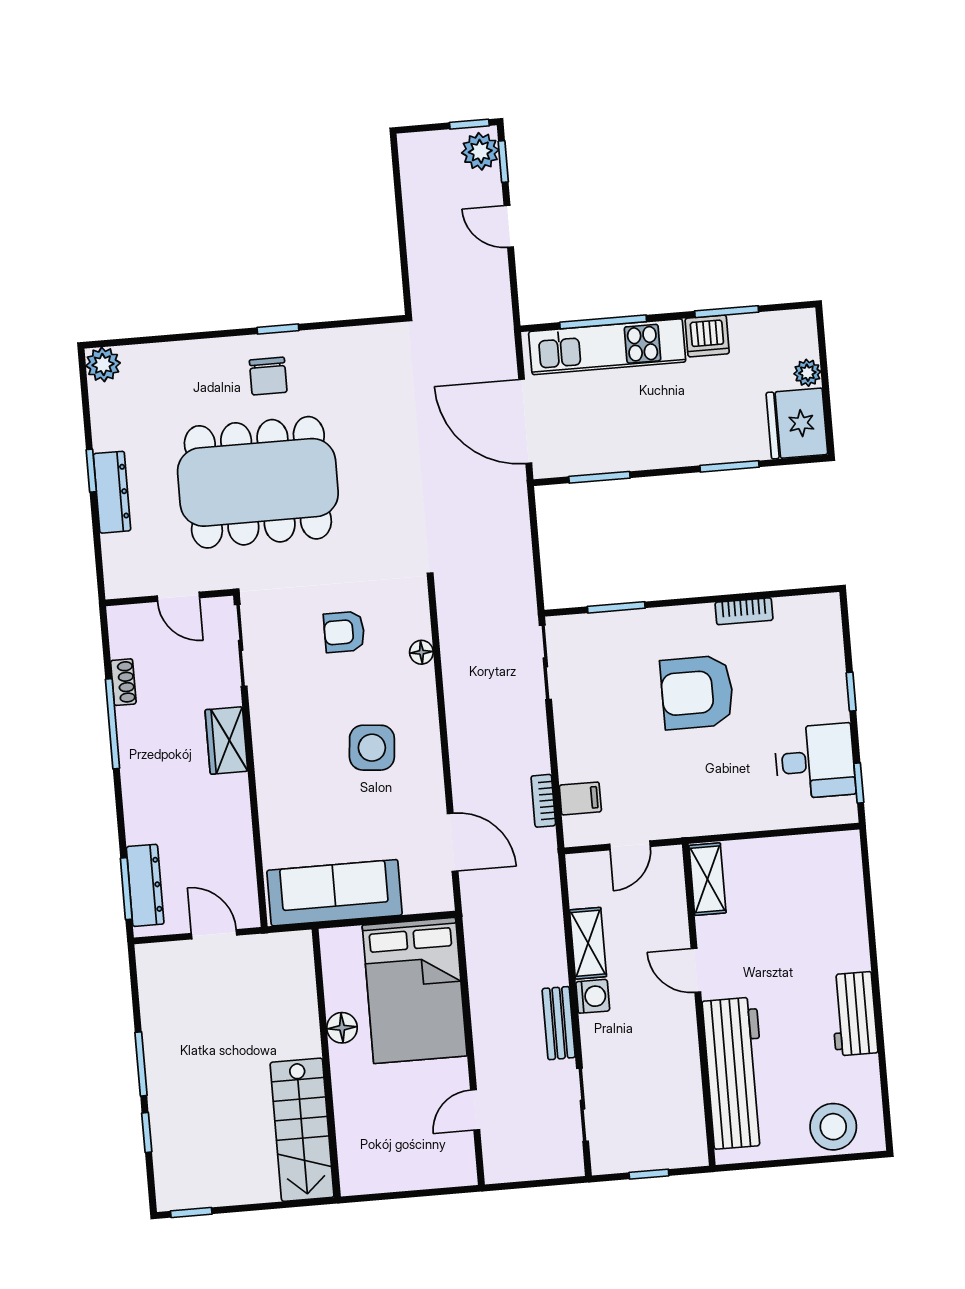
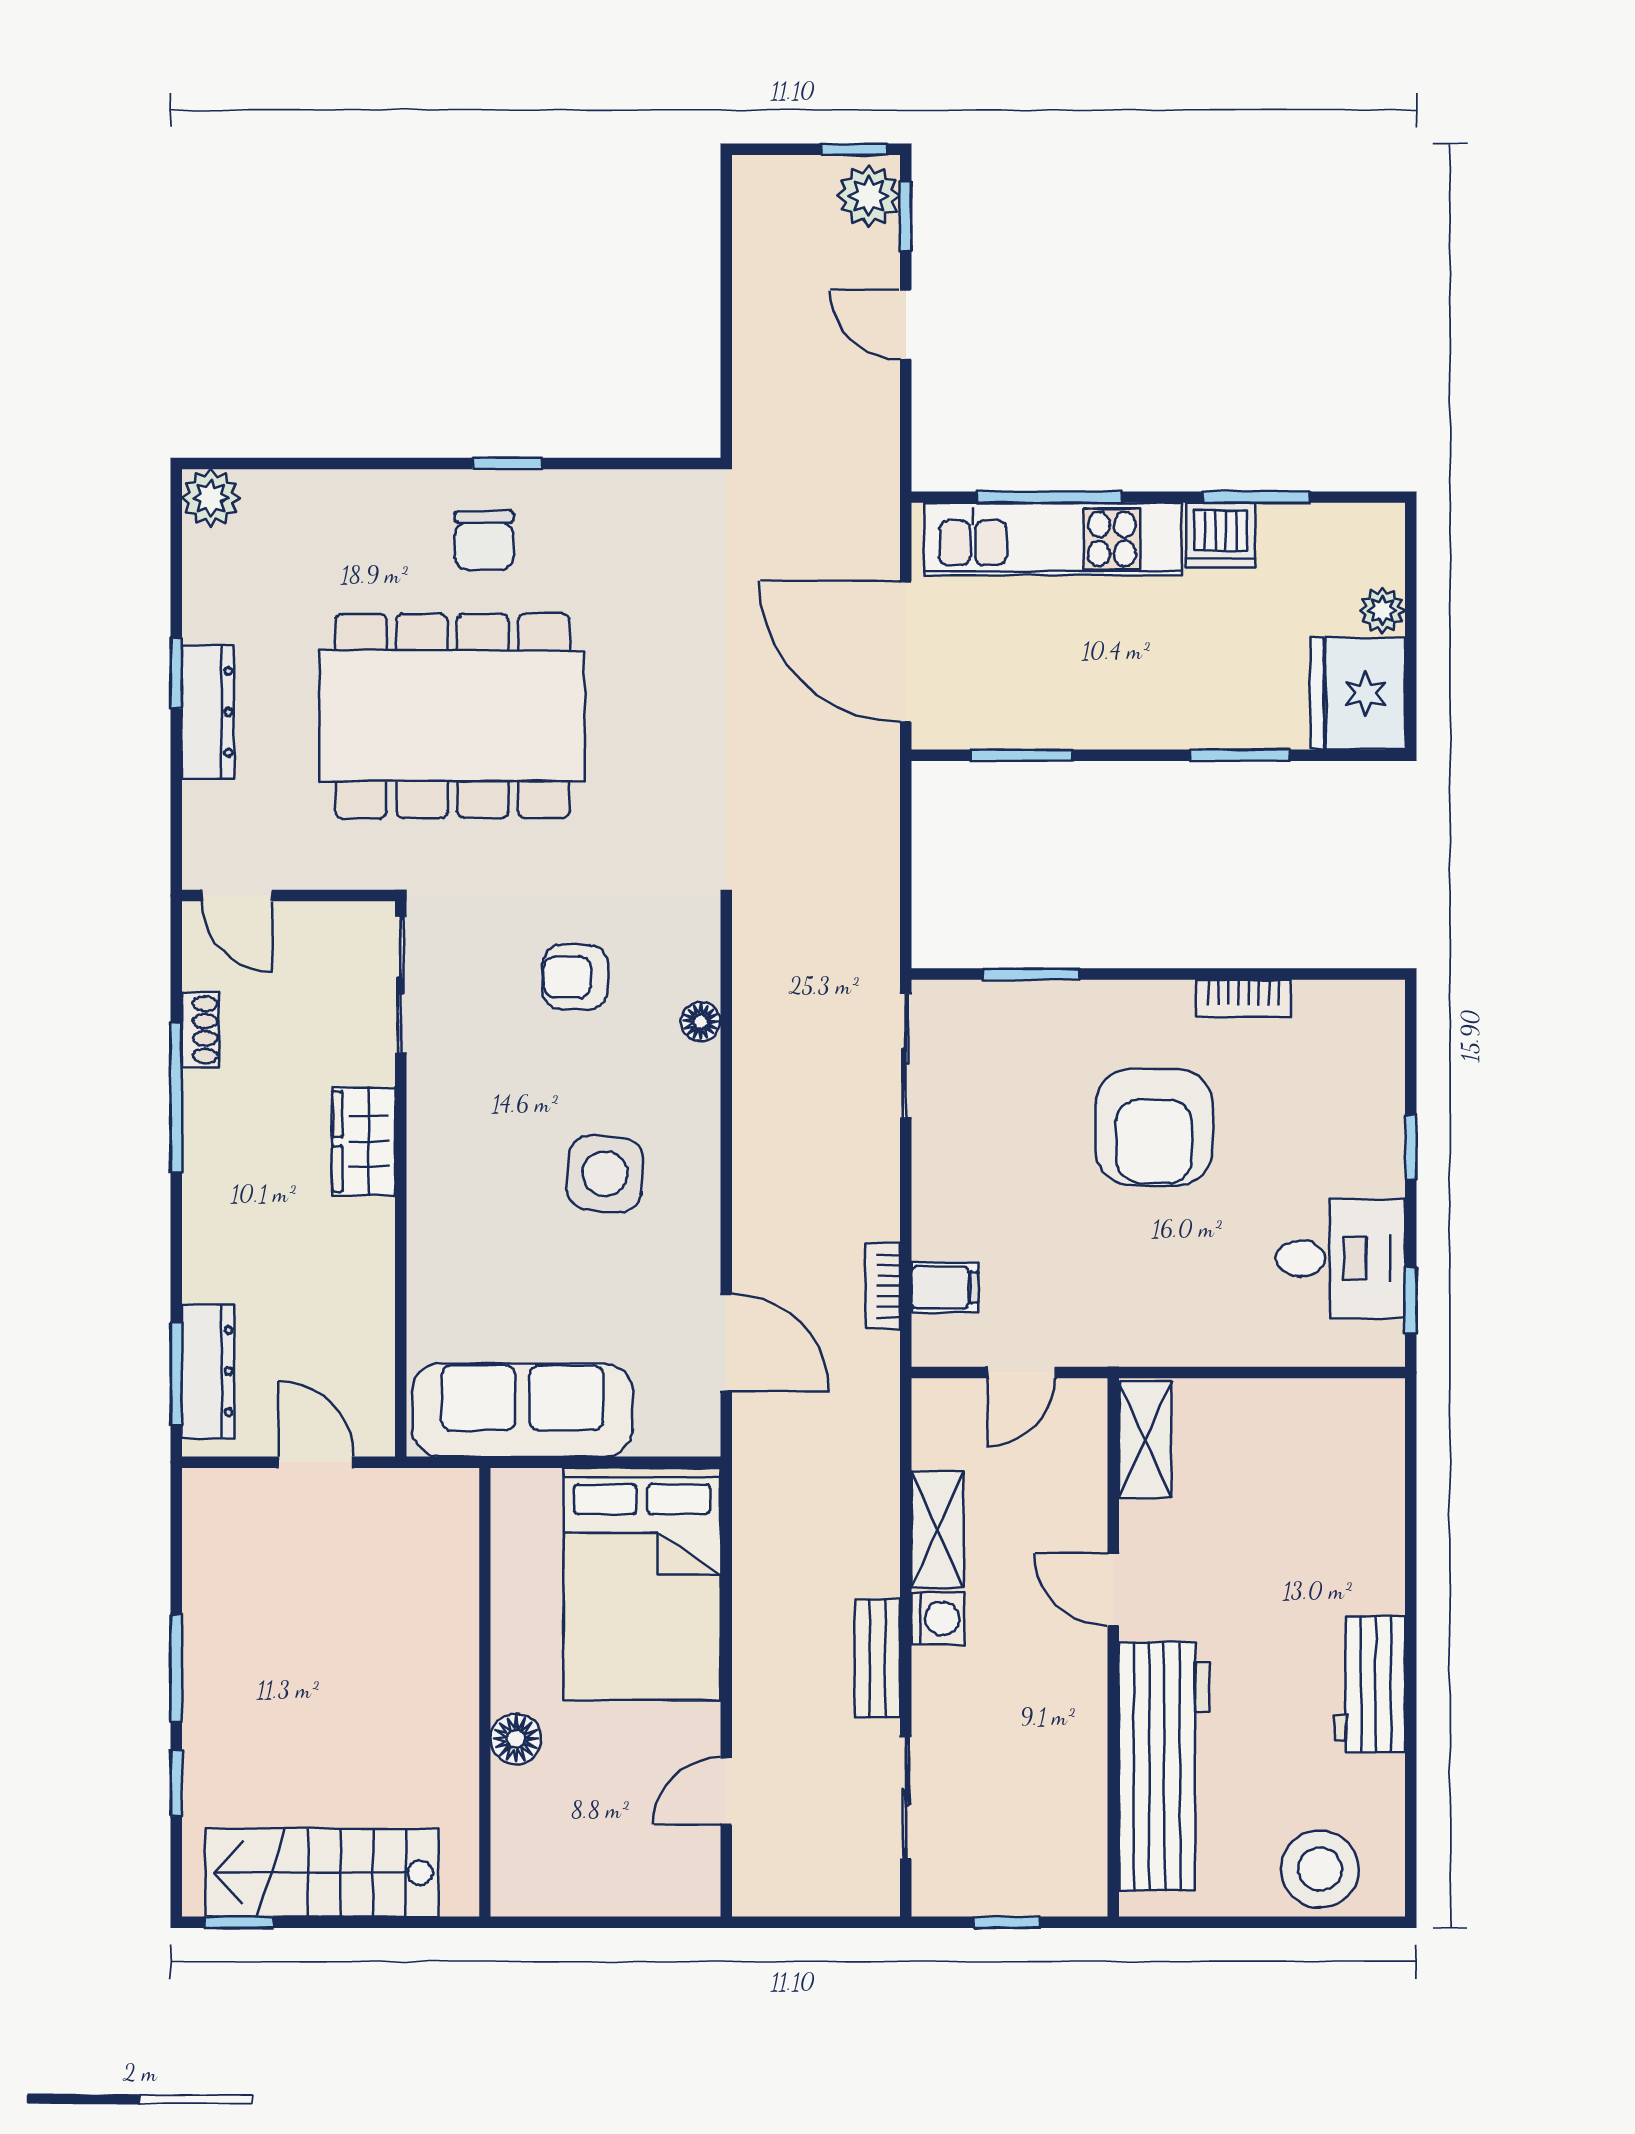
door: (178, 597) -> (237, 896), moved
armchair: (697, 692) -> (1154, 1127), turned -90
floor lamp: (342, 1028) -> (516, 1739), moved
stairs: (302, 1130) -> (322, 1873), moved, turned 90

